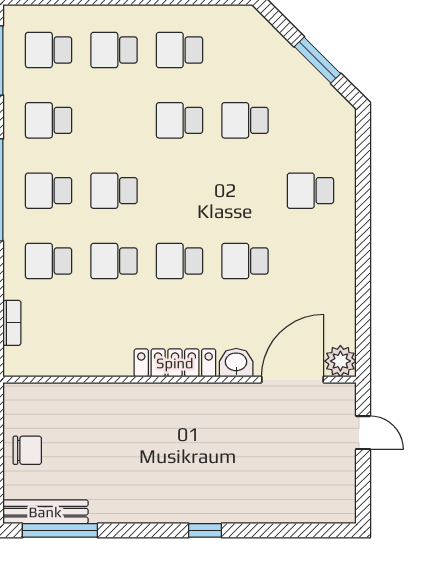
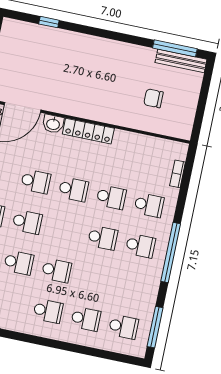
school desk: (49, 120) -> (27, 222), moved
chair: (27, 450) -> (153, 98), moved
window: (205, 530) -> (49, 22), moved

